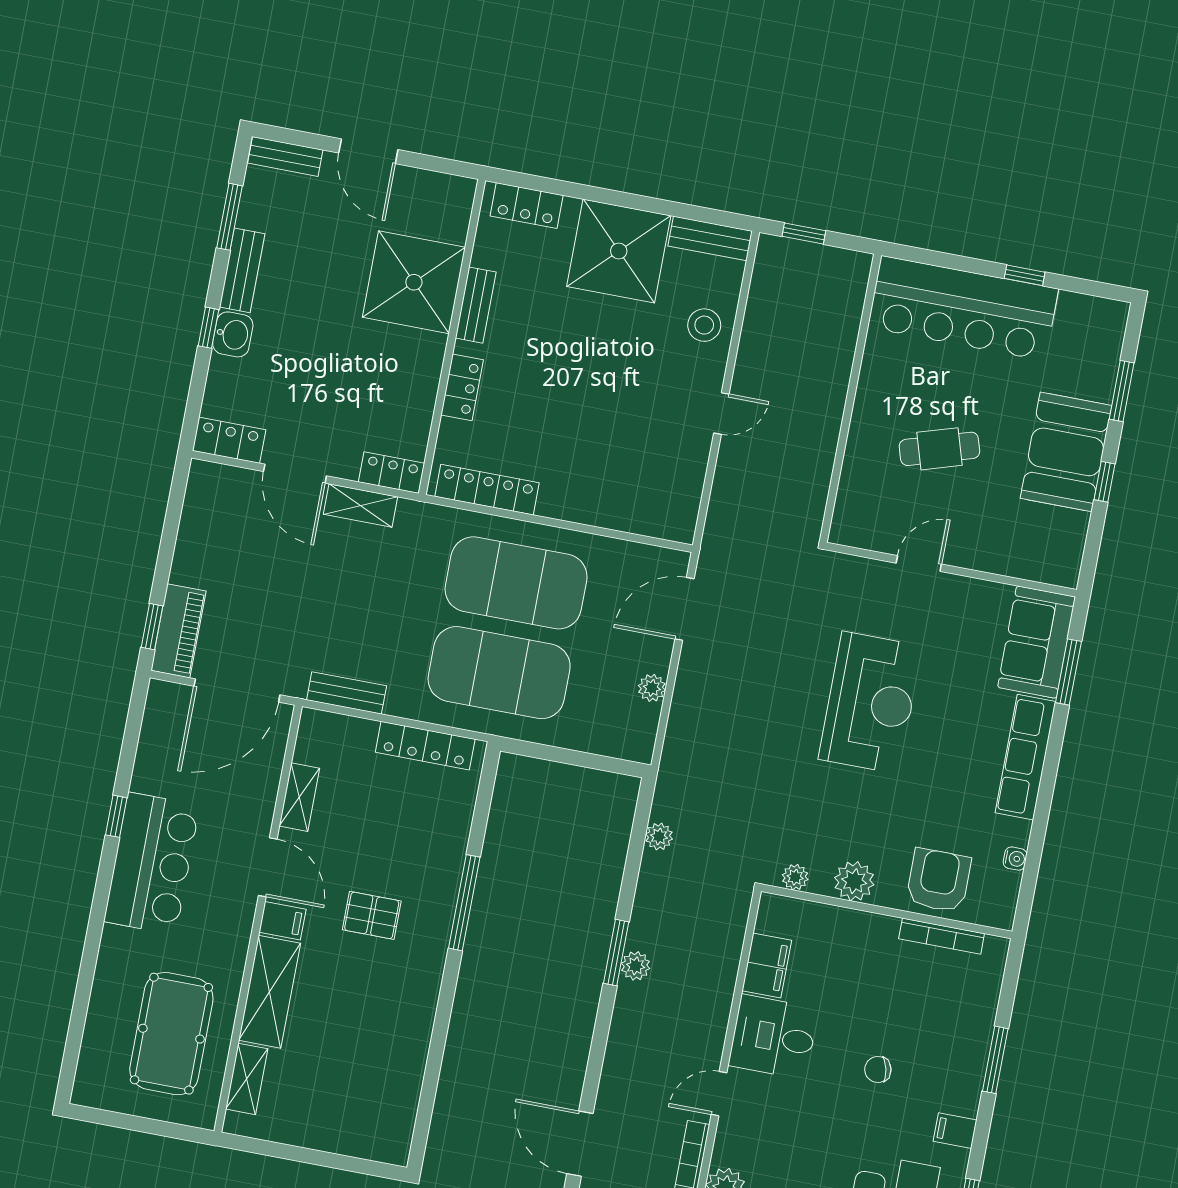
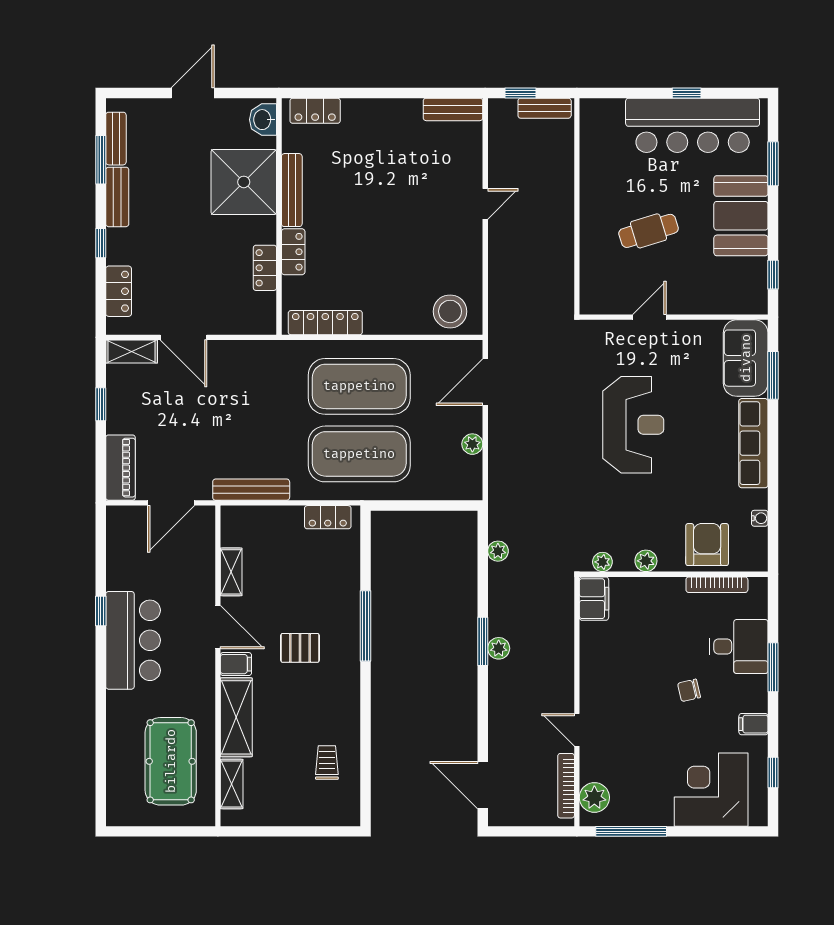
door: (368, 151) -> (193, 93), swing flipped
bench: (285, 156) -> (116, 139), moved, turned 90
shower: (619, 251) -> (388, 131), removed
bench: (832, 260) -> (545, 108), added
bench: (476, 305) -> (292, 190), width x1.36
bar counter: (963, 308) -> (693, 125), moved
stool: (704, 325) -> (450, 311), moved, width x1.38, depth x1.38
washbasin: (233, 334) -> (263, 120), moved, turned 180
door: (721, 413) -> (485, 204), moved
locker: (229, 440) -> (119, 291), moved, turned 90
locker: (392, 473) -> (265, 268), moved, turned -90
window: (1104, 482) -> (773, 275), moved
shelving: (360, 506) -> (132, 352), moved
window: (152, 627) -> (101, 404), moved
door: (237, 690) -> (171, 503), width x0.73
bench: (347, 693) -> (251, 490), width x1.36
locker: (425, 746) -> (328, 517), width x0.66
plant: (854, 881) -> (646, 561), width x0.73, depth x0.73
filing cabinet: (767, 965) -> (594, 599), moved
desk: (774, 1037) -> (739, 647), moved, turned 180
trolley: (379, 1074) -> (327, 763), added
door: (719, 1094) -> (577, 730), hinge flipped

